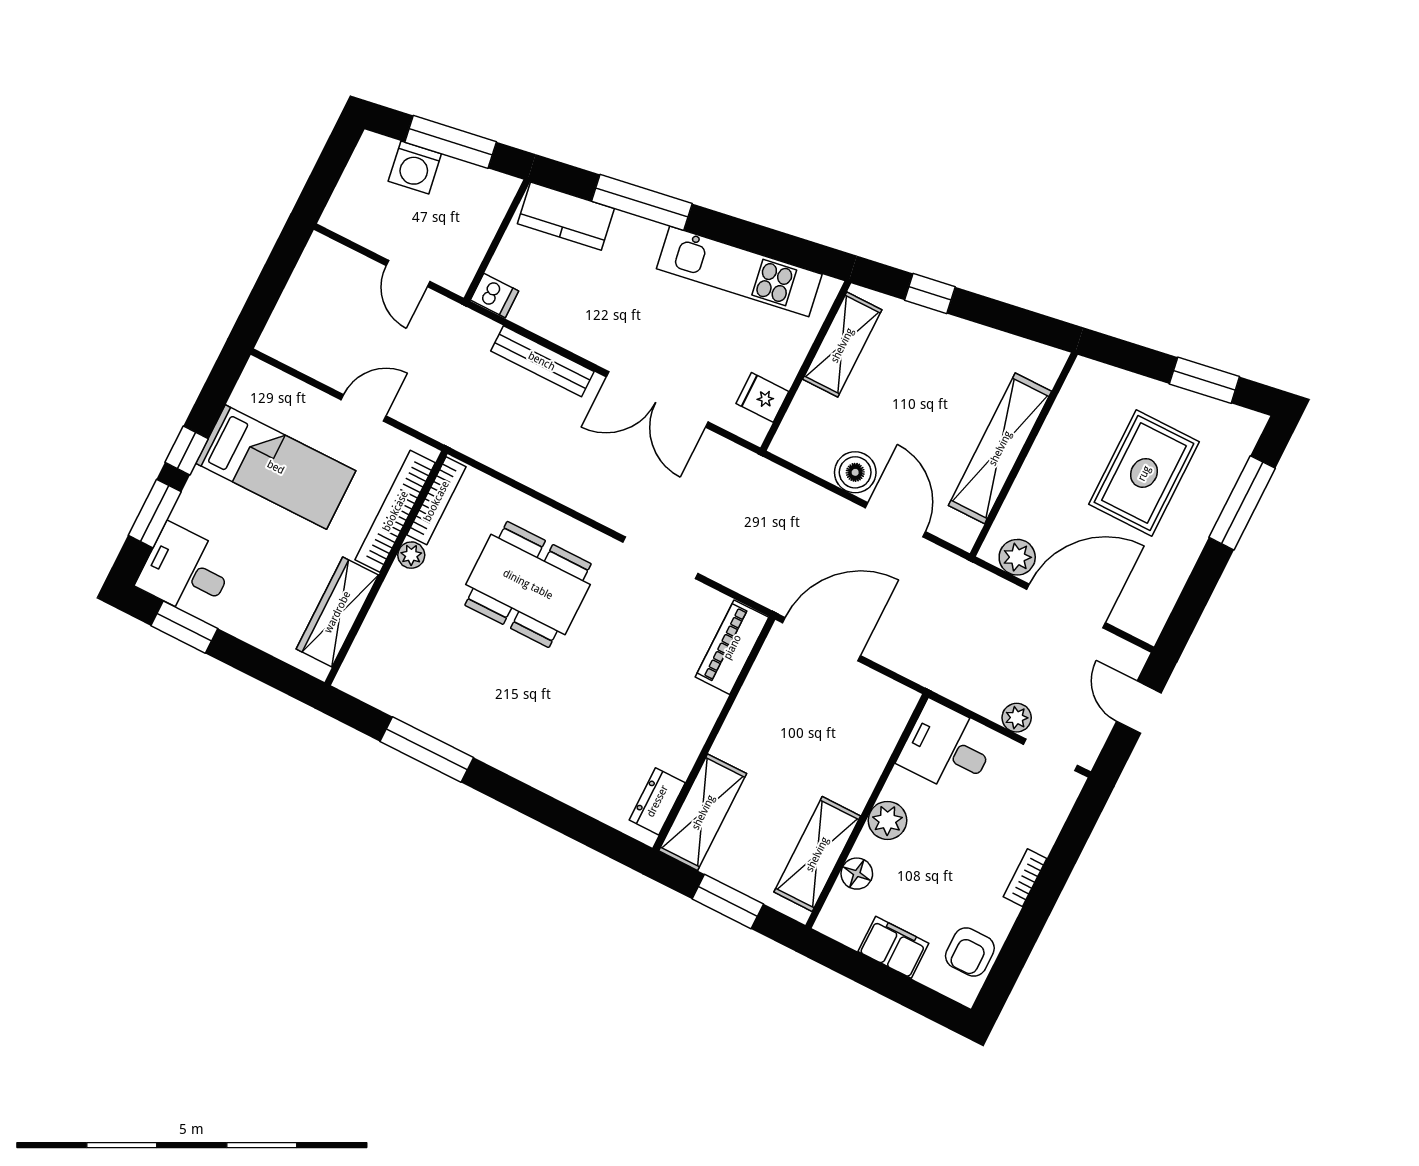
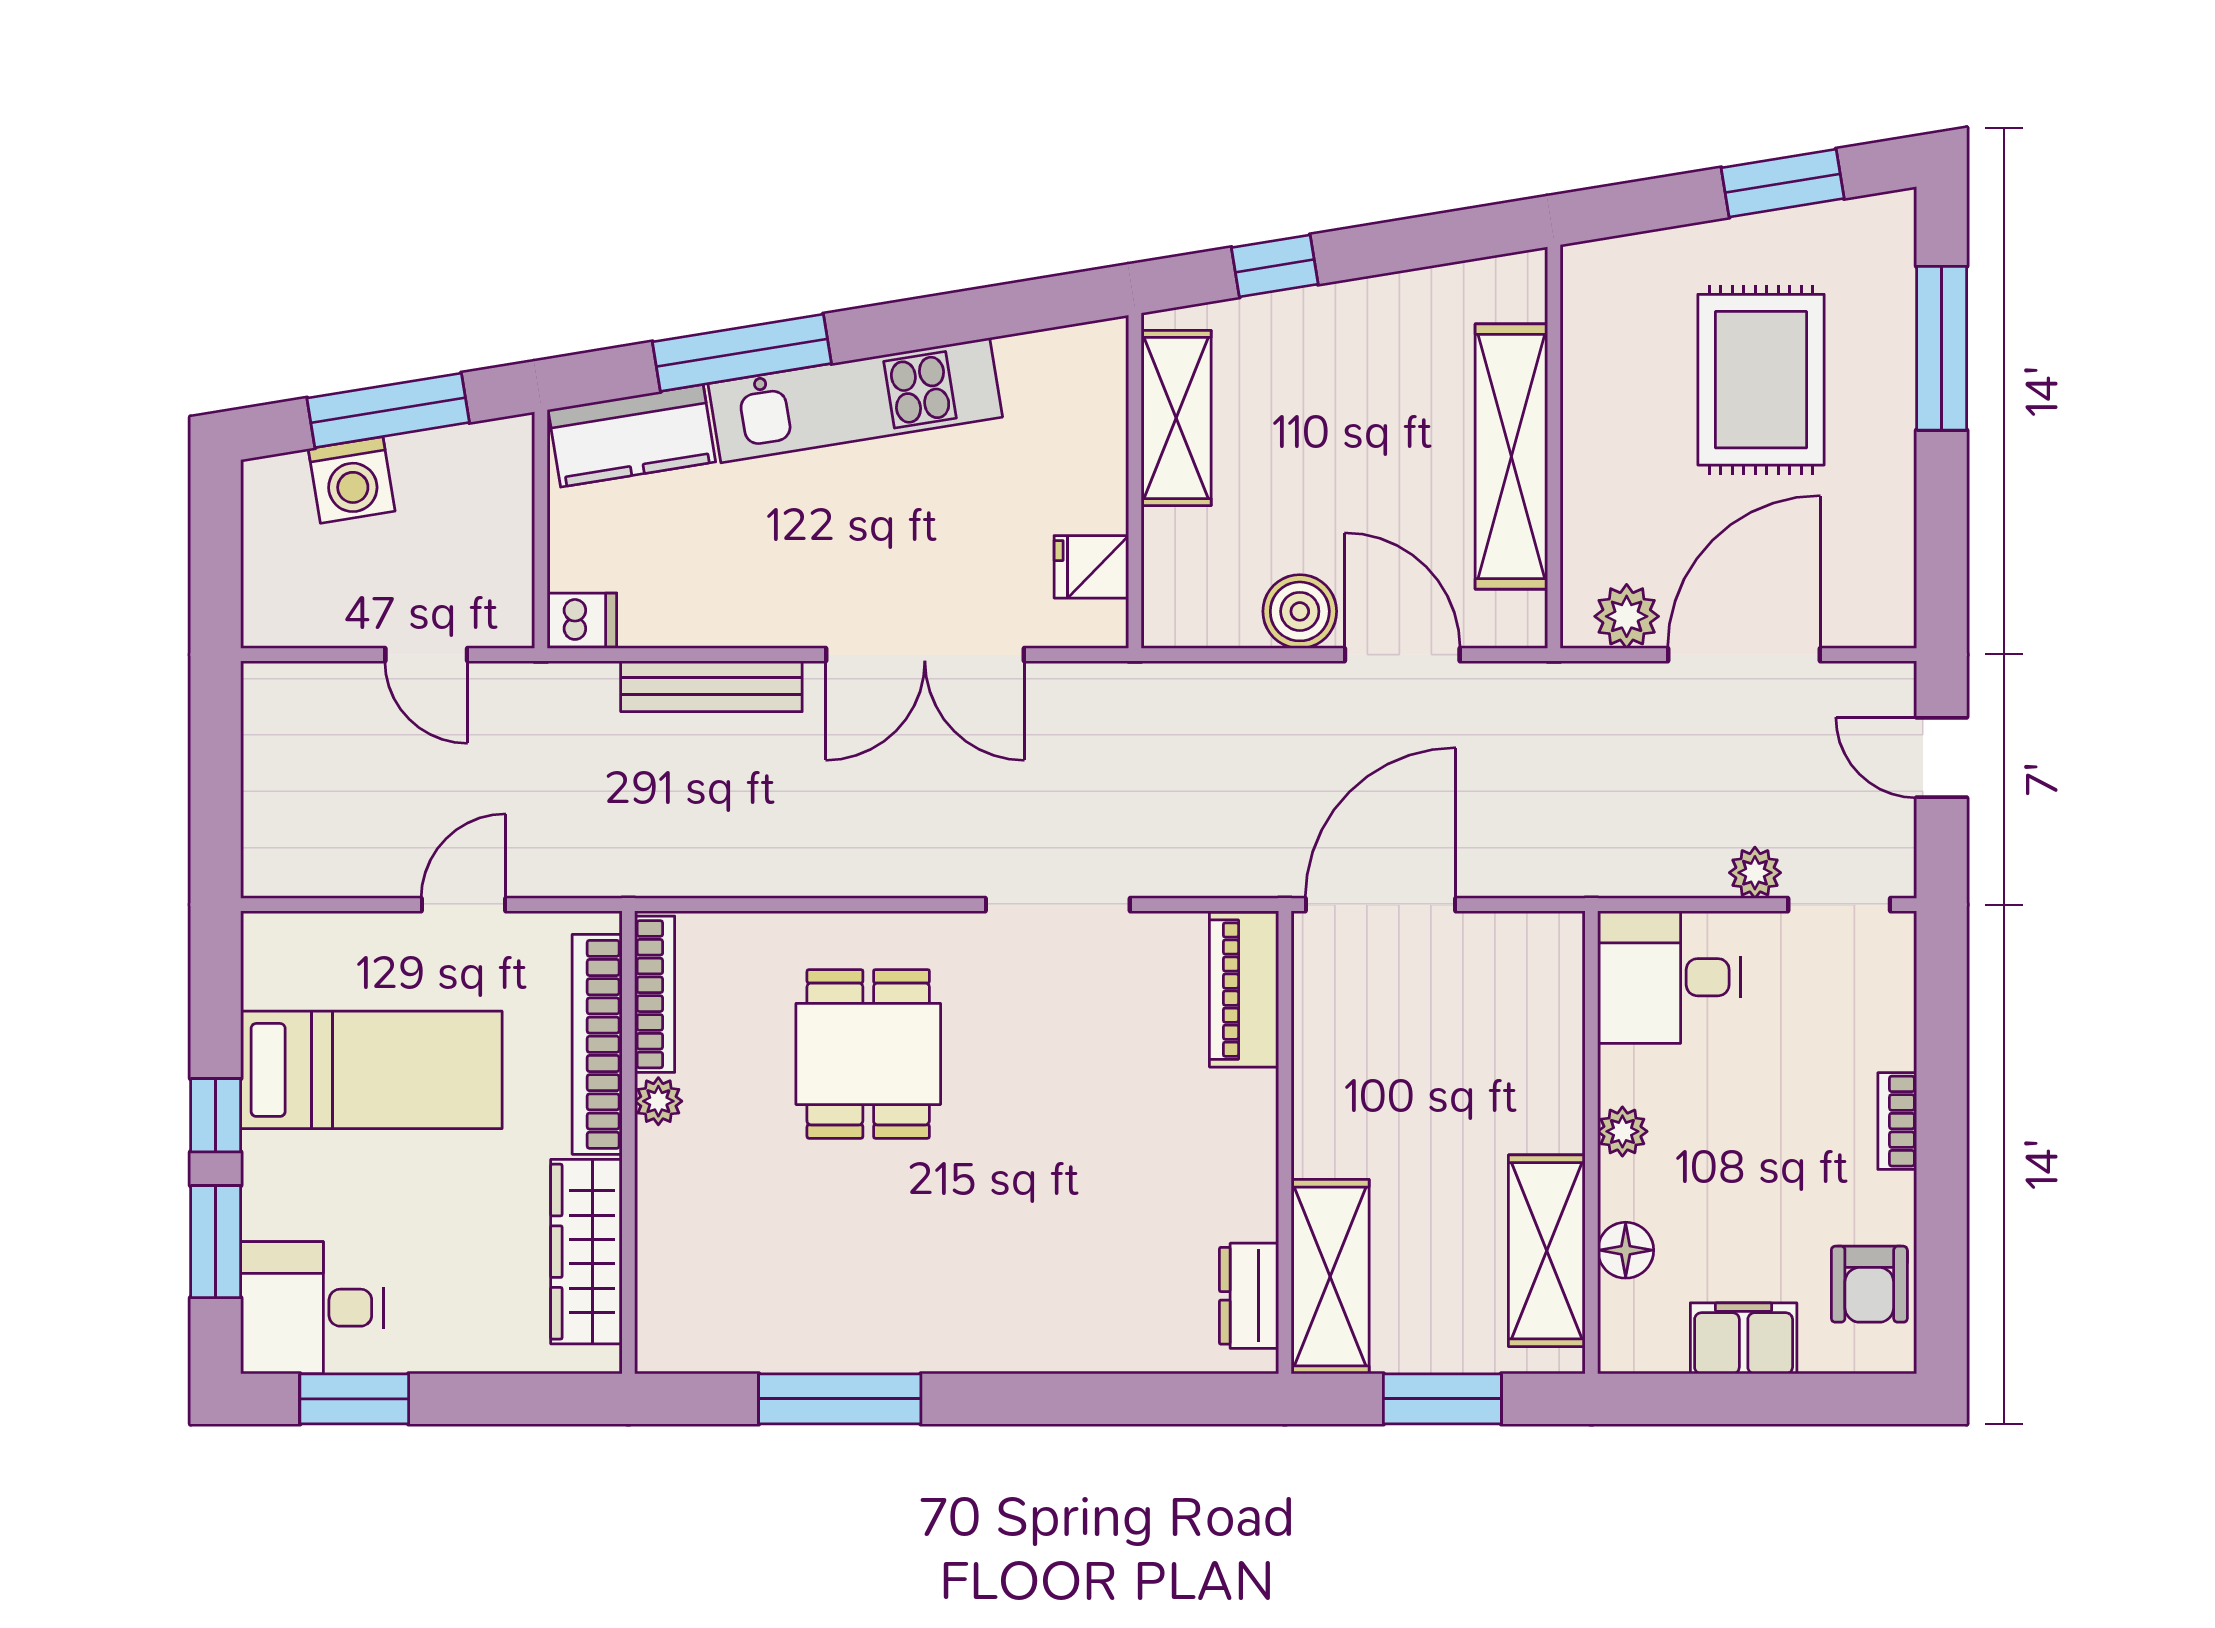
kitchen unit: (739, 271) -> (855, 400), moved
dining table: (528, 584) -> (868, 1054), width x0.73
plant: (887, 820) -> (1622, 1131), width x0.73, depth x0.73

